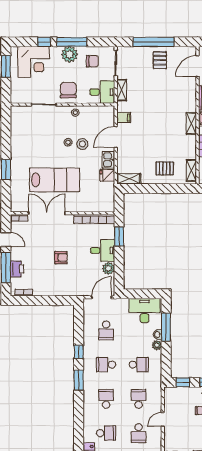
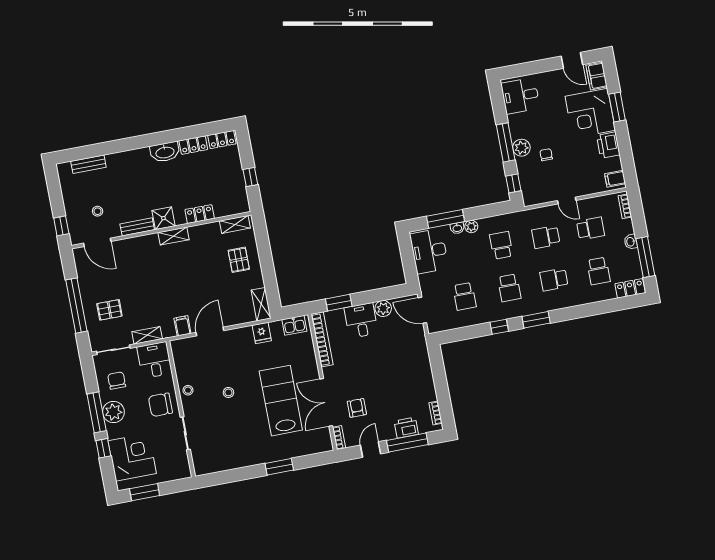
pallet: (160, 60) -> (109, 310), moved
door: (116, 137) -> (210, 332), swing flipped
stool: (82, 144) -> (227, 373), removed
kitchen sink: (108, 160) -> (294, 325), moved
armchair: (61, 258) -> (357, 408), moved
school desk: (106, 330) -> (465, 296), turned 90
school desk: (106, 433) -> (599, 271), turned 180

